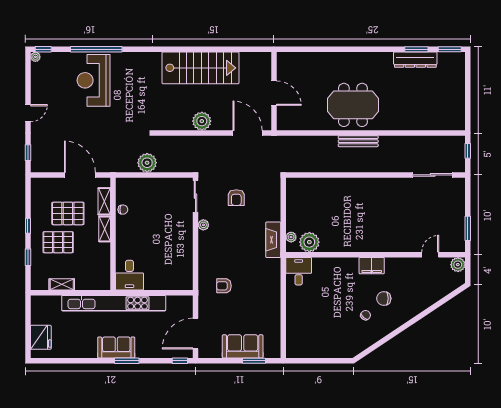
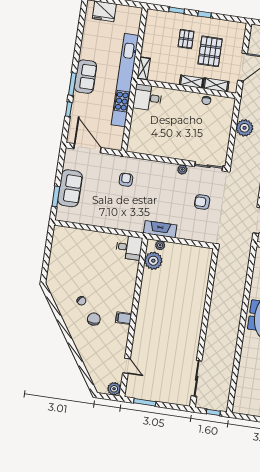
bench: (358, 141) -> (236, 317), removed
pallet: (58, 242) -> (186, 39), width x0.67, depth x0.71
filing cabinet: (372, 266) -> (124, 318), width x0.50
shelving: (62, 284) -> (144, 68), moved
window: (180, 361) -> (69, 109), moved

